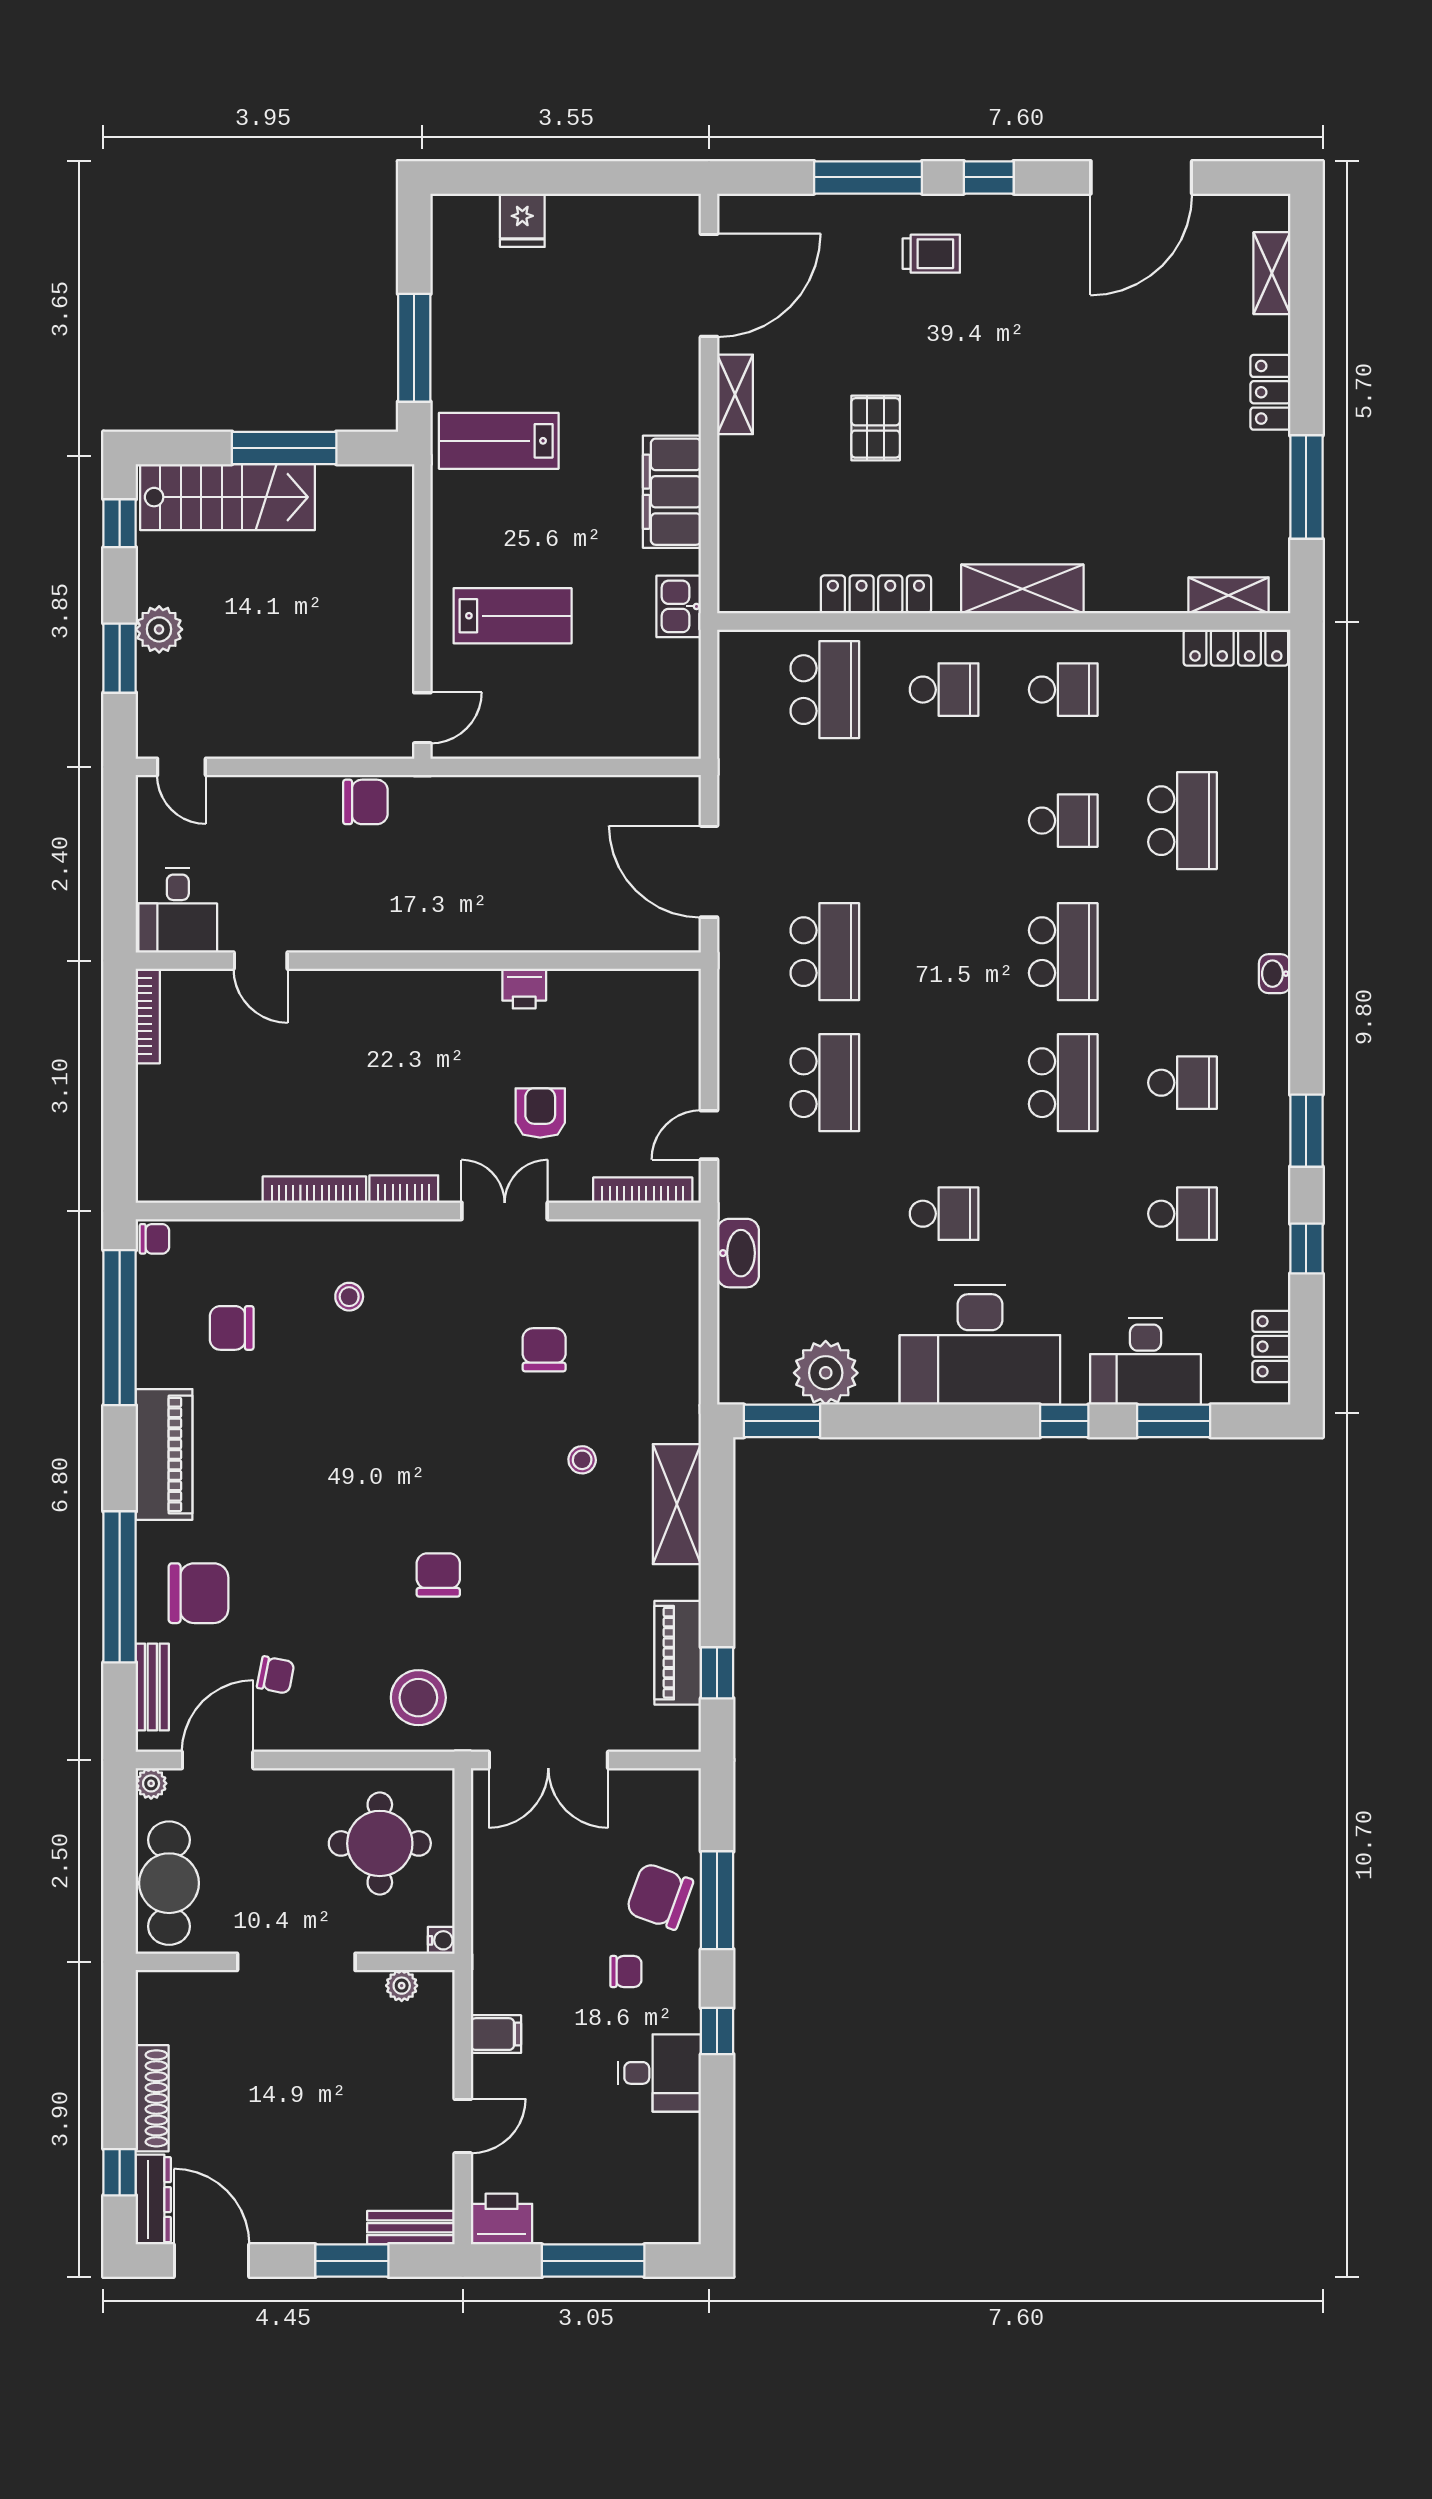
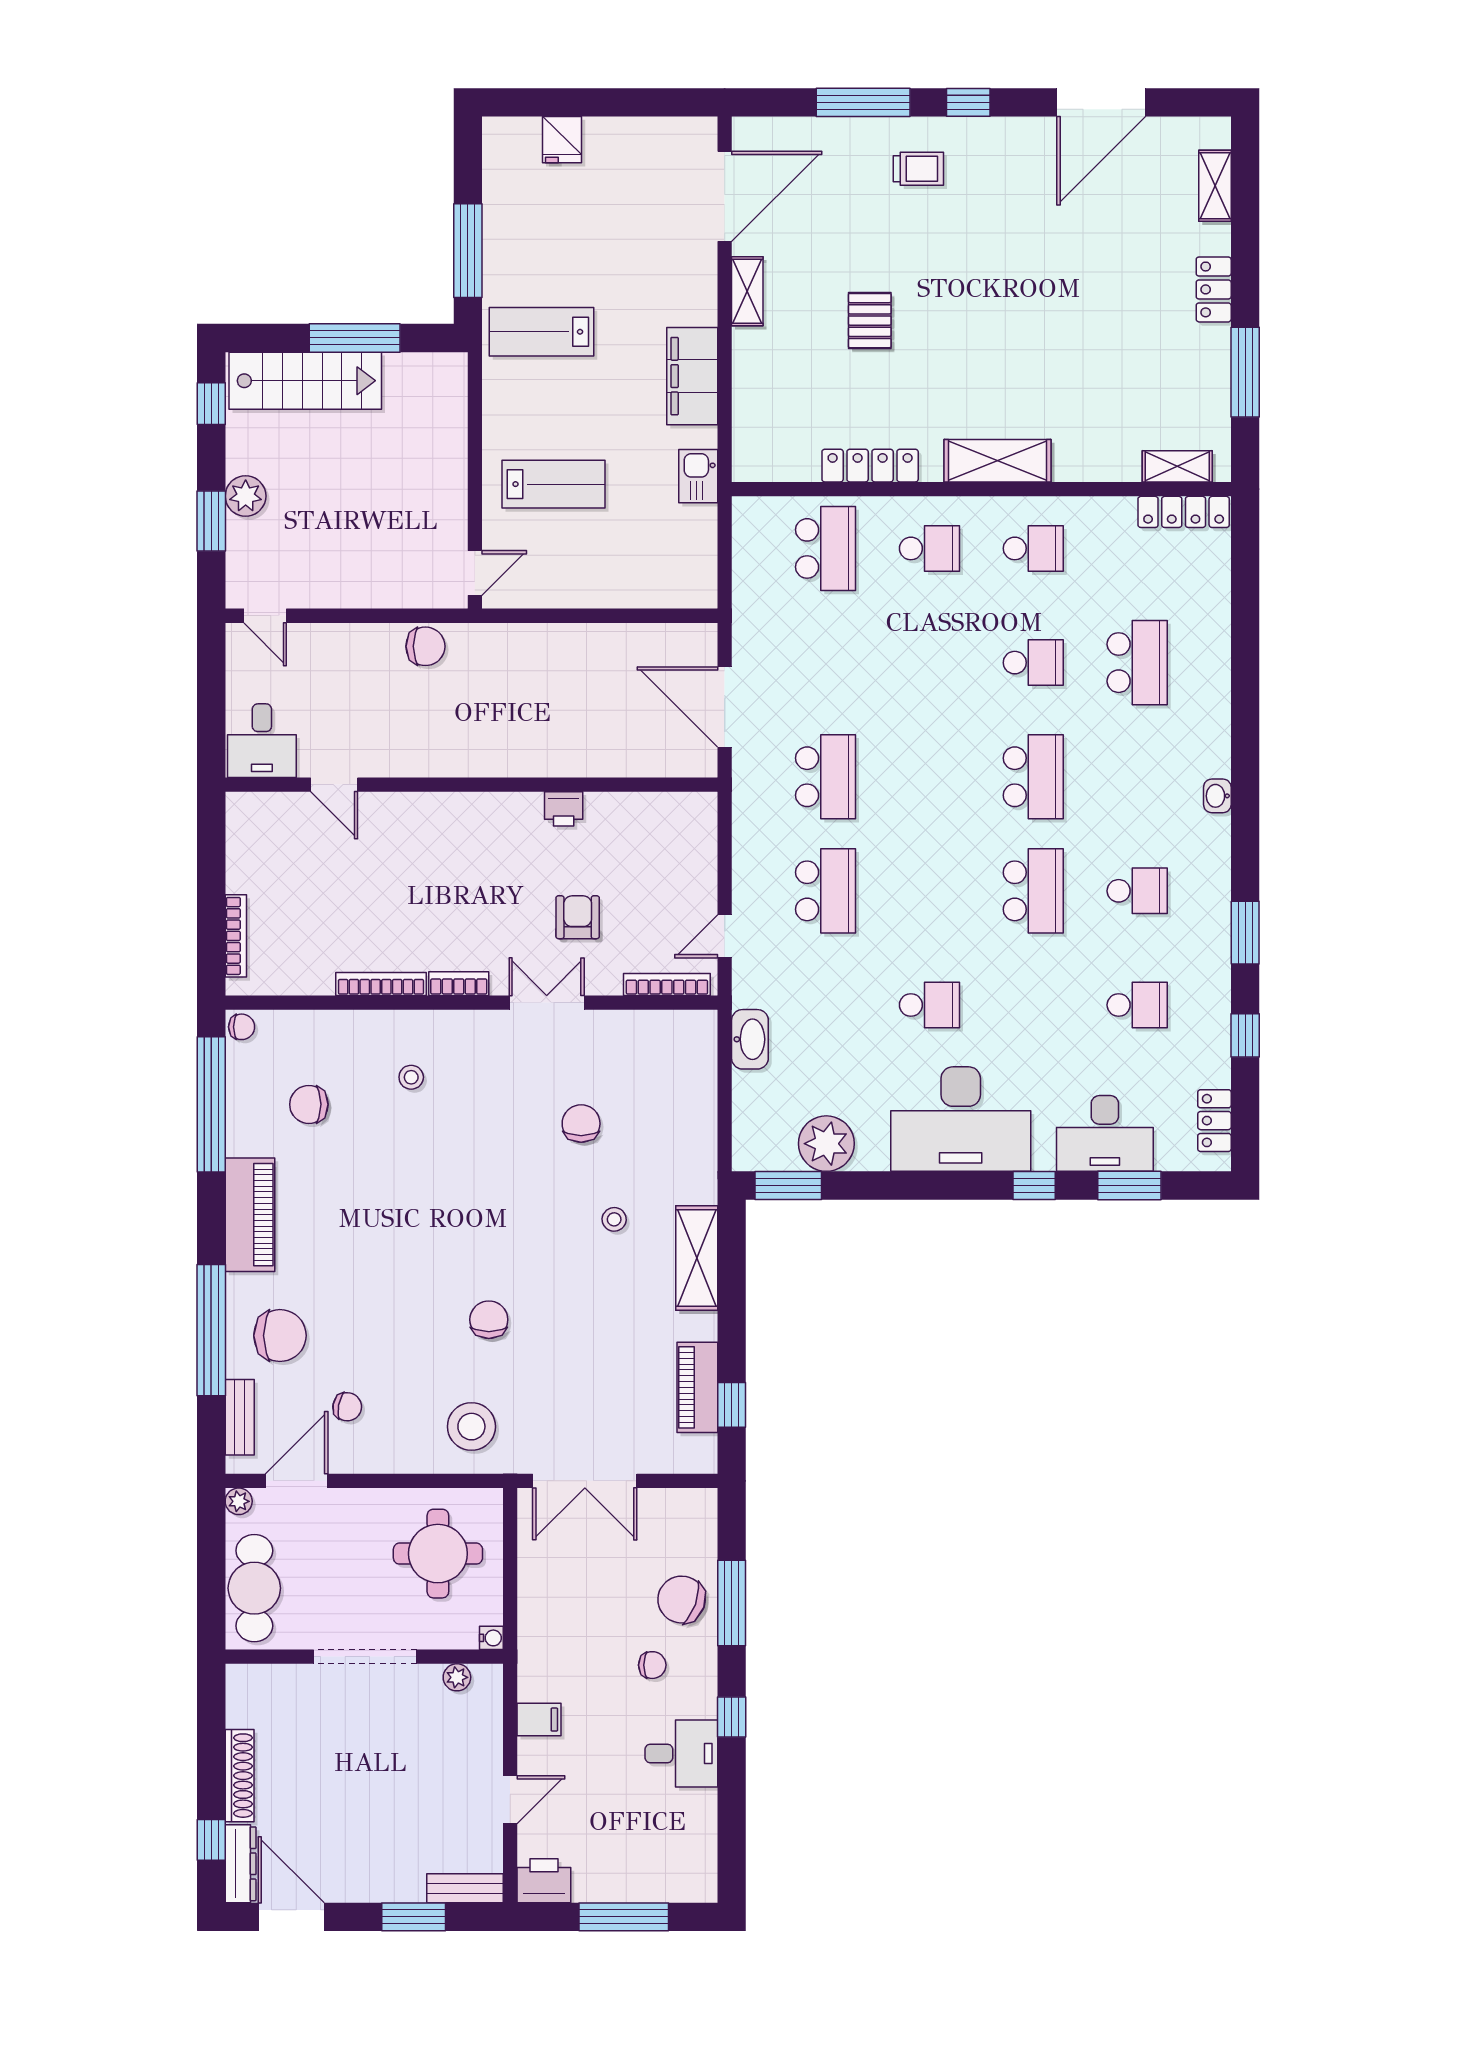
bookcase: (148, 1016) -> (236, 936), moved

